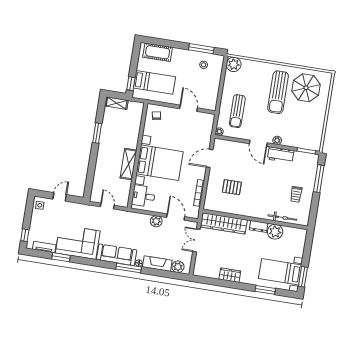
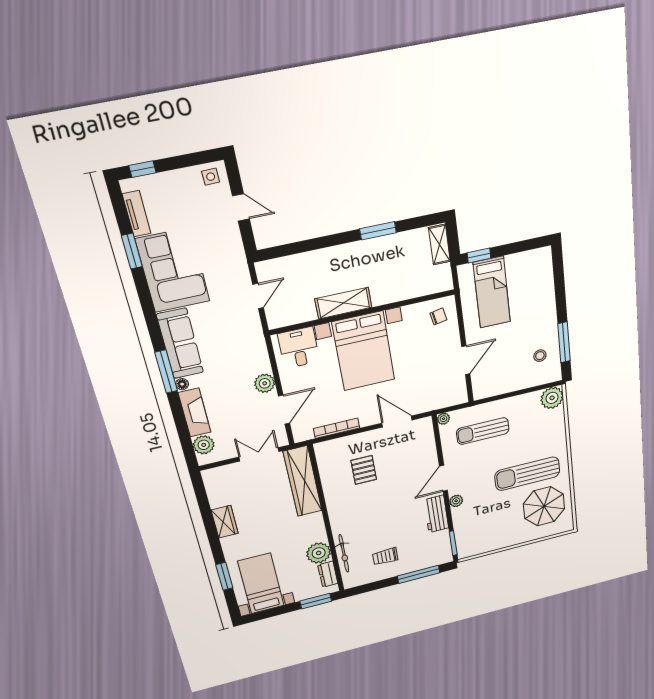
cot: (158, 52) -> (542, 278), removed
dresser: (259, 226) -> (328, 574), moved
window: (303, 277) -> (316, 601), moved

